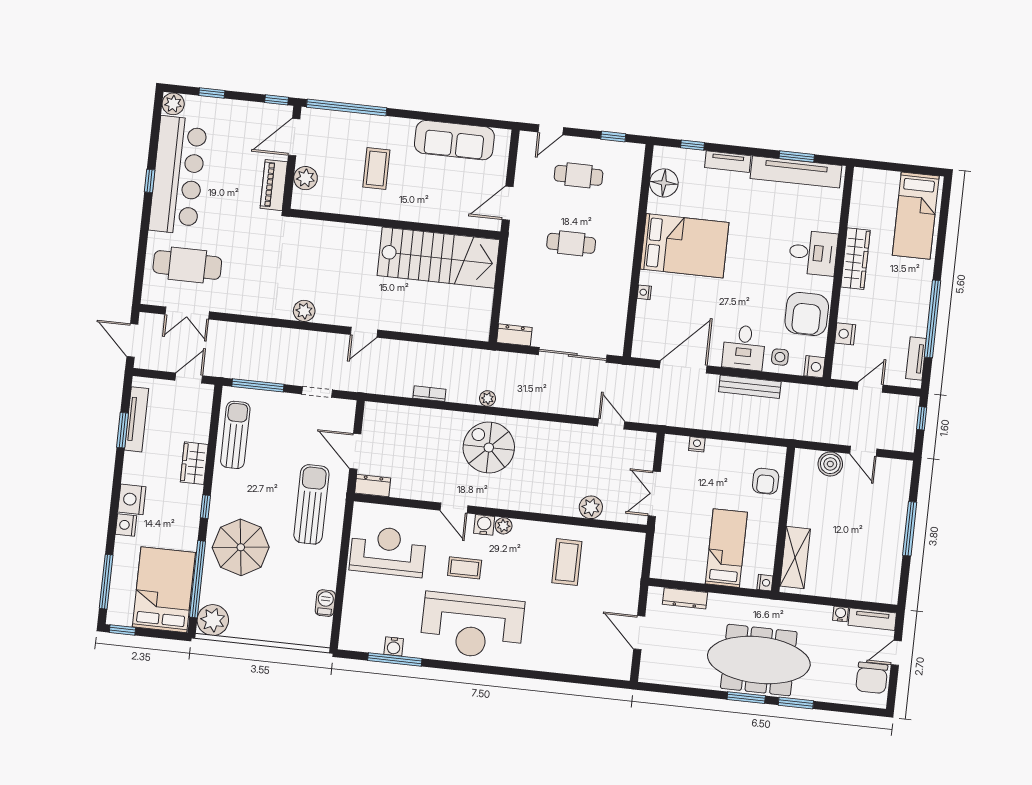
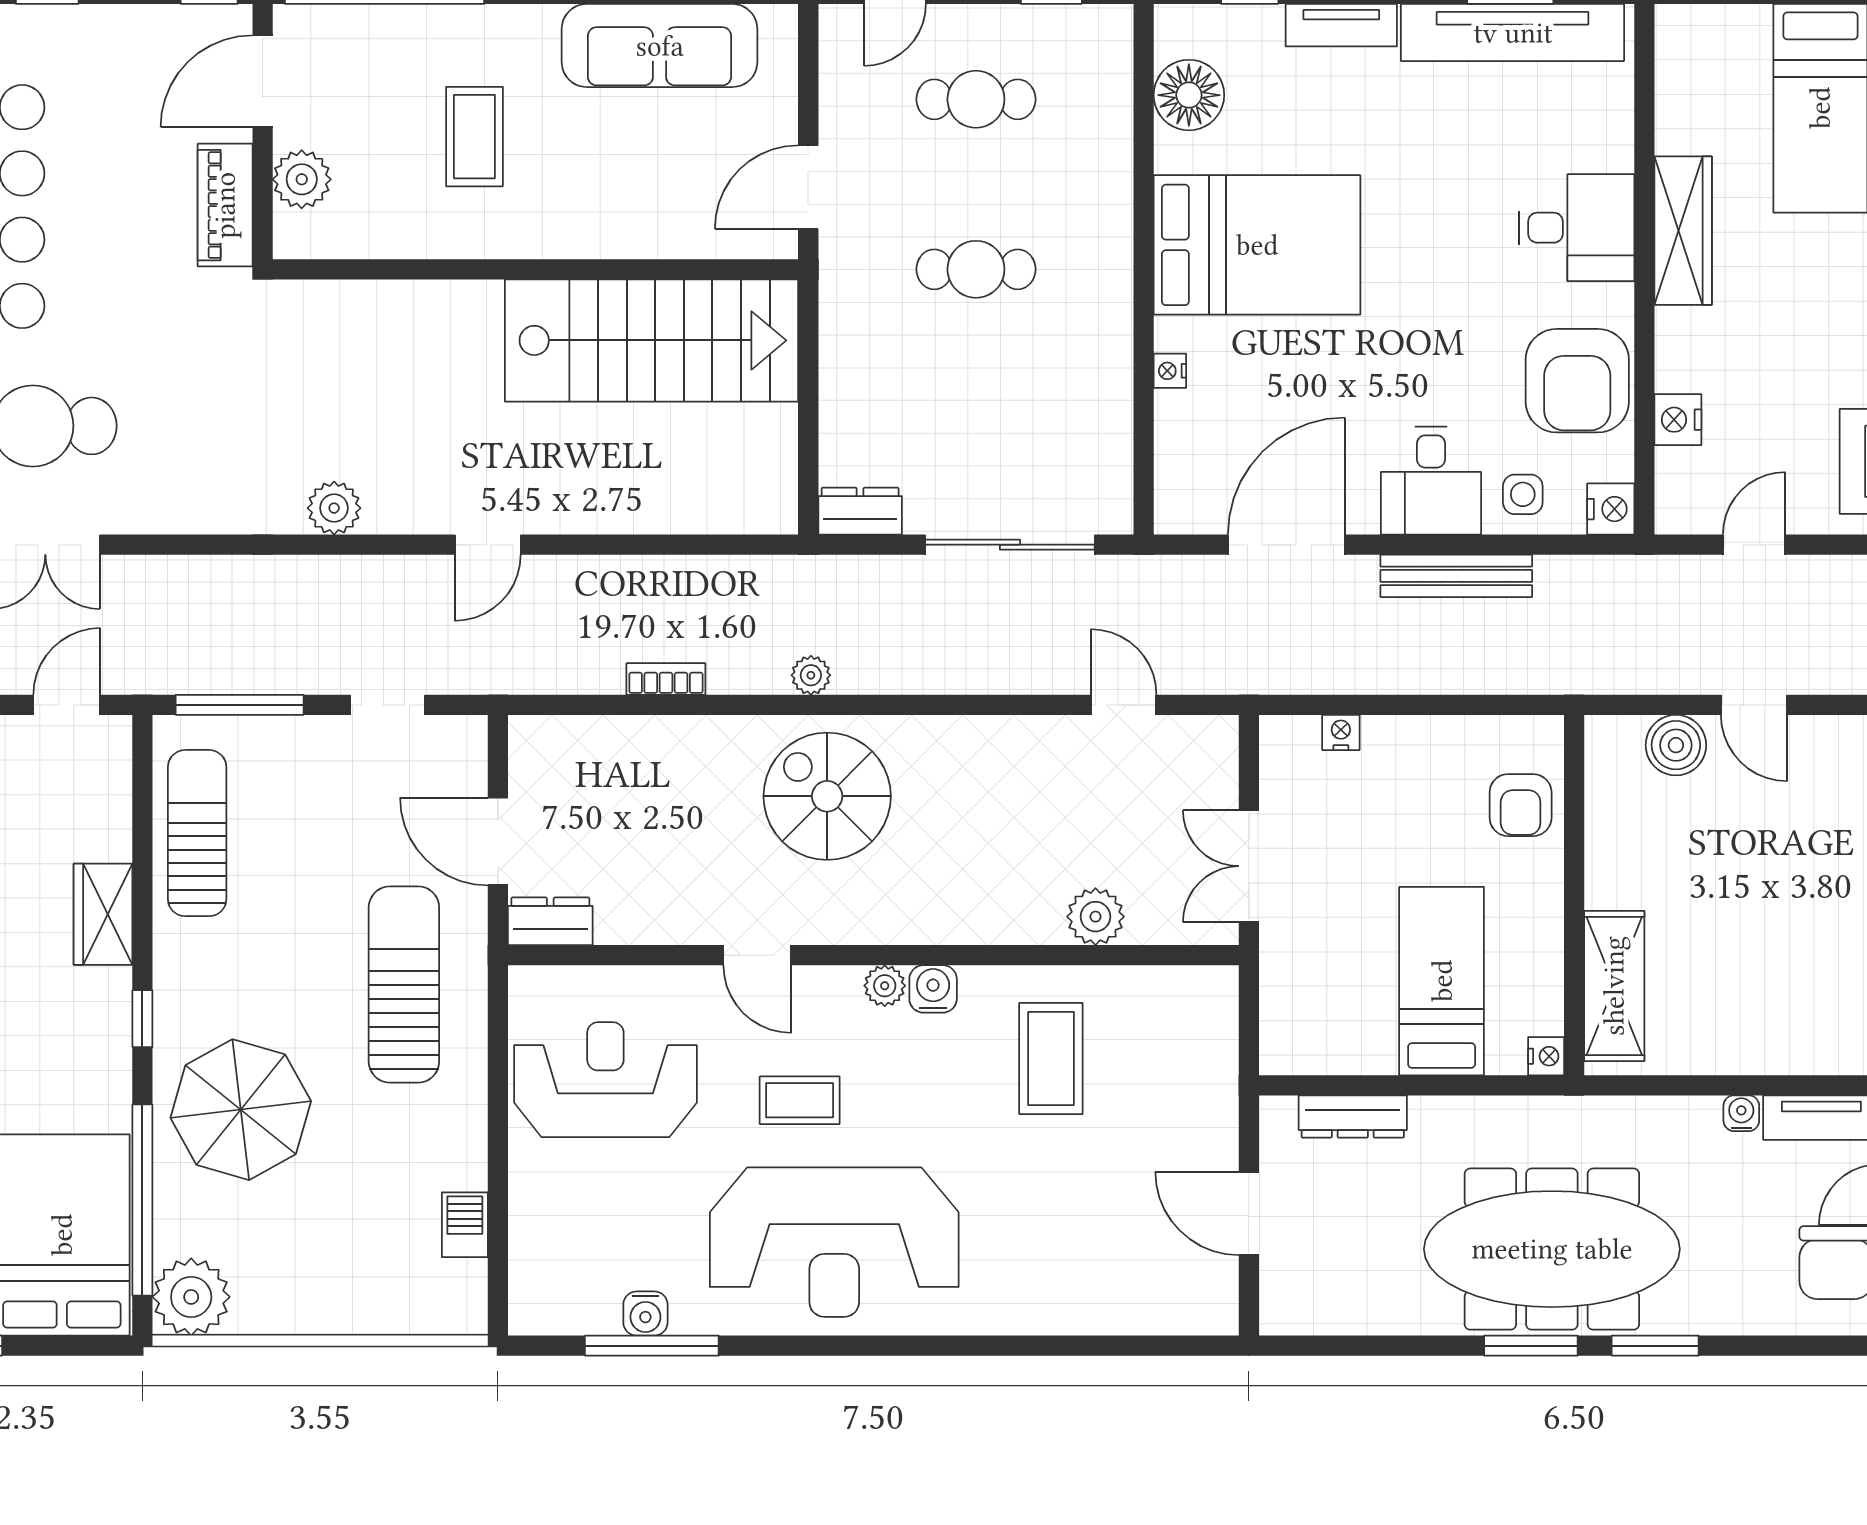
water cooler: (484, 525) -> (933, 989), moved

